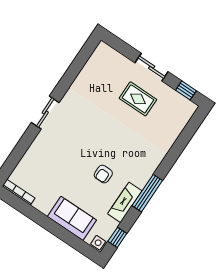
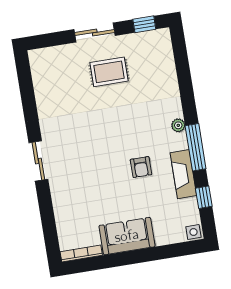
plant: (149, 170) -> (178, 125), added
sofa: (72, 218) -> (127, 236), moved
window: (117, 237) -> (204, 197), moved

